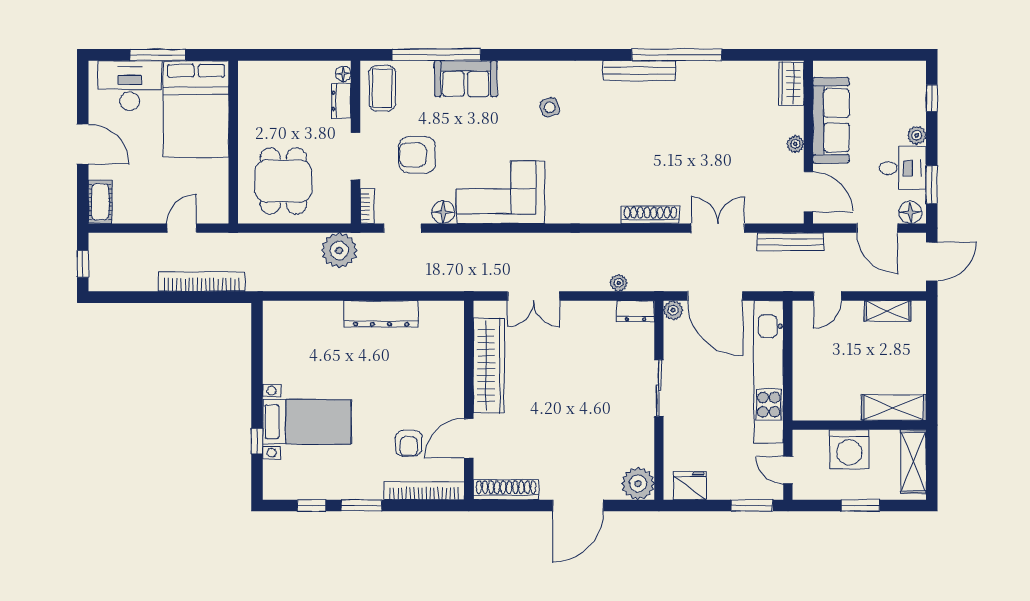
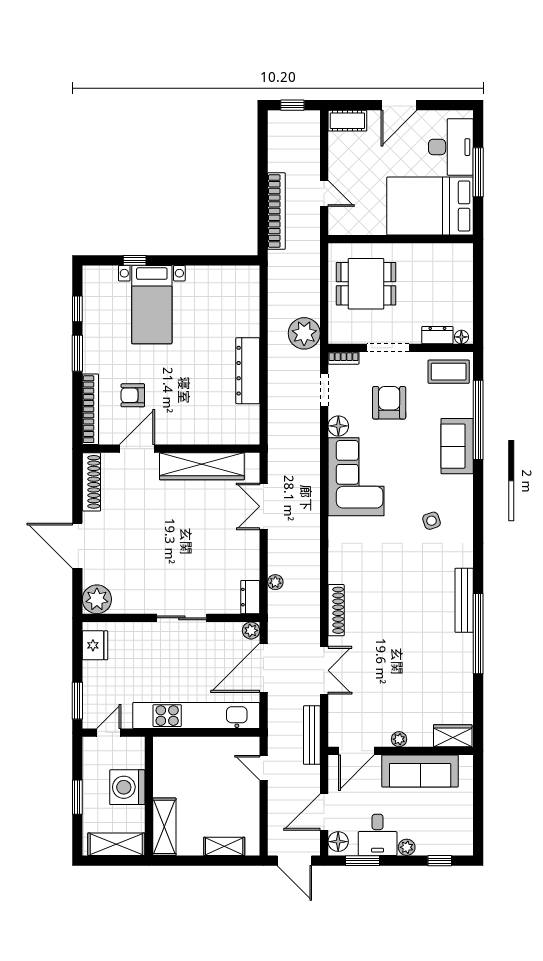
shelving: (888, 311) -> (224, 846), moved, turned 90
door: (469, 438) -> (137, 449), hinge flipped

